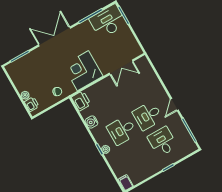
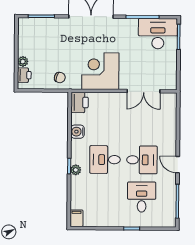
door: (174, 105) -> (178, 165), hinge flipped
desk: (148, 116) -> (142, 160), turned 180

